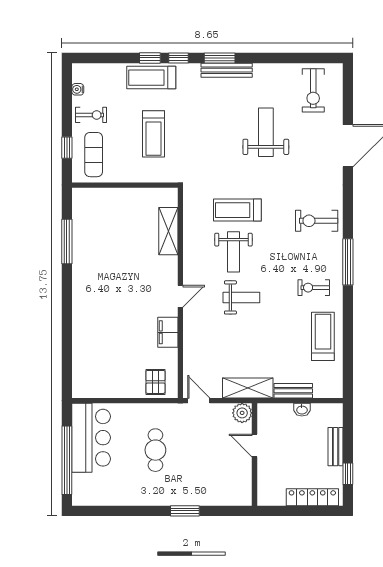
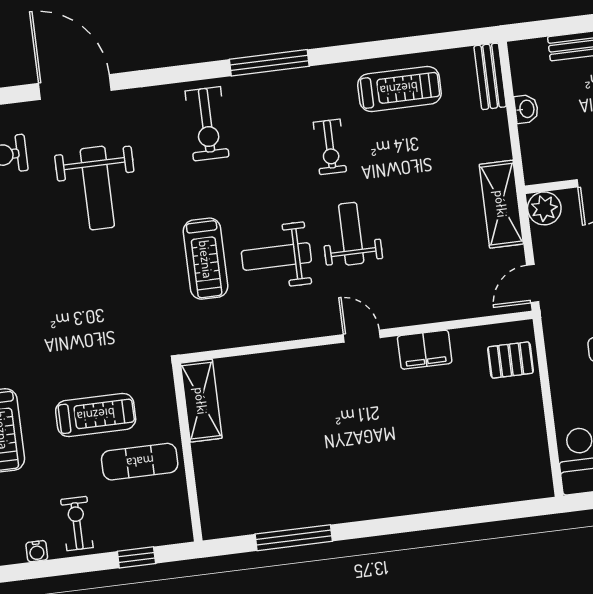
weight bench: (266, 132) -> (97, 188), moved, turned -90
exercise mat: (94, 155) -> (140, 462), moved
shelving: (168, 231) -> (201, 401), moved, turned 90
weight bench: (233, 252) -> (276, 257), turned 180
exercise bike: (314, 288) -> (330, 147), moved
treadmill: (323, 336) -> (399, 89), turned 180
bench: (293, 391) -> (490, 76), moved

